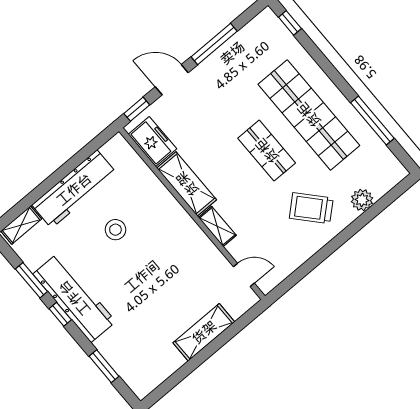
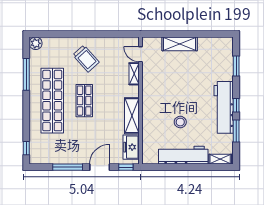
door: (172, 80) -> (100, 167), swing flipped
plant: (362, 200) -> (36, 43), moved
shelving: (217, 226) -> (134, 74), moved

